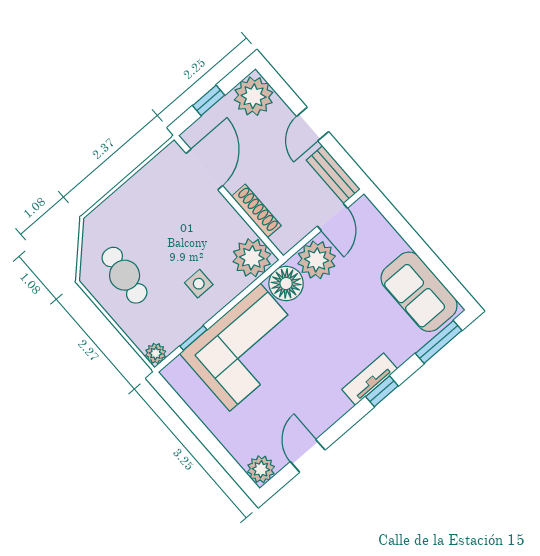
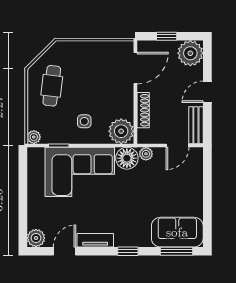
plant: (317, 260) -> (146, 154), width x0.53, depth x0.53
sofa: (419, 292) -> (177, 232), moved, turned 90
tv unit: (370, 379) -> (95, 240), moved

